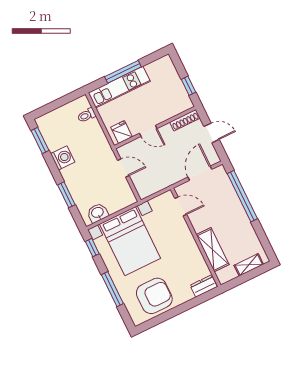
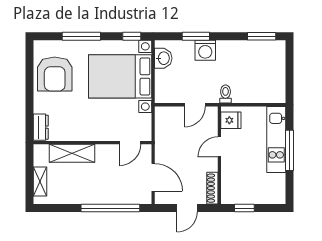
toilet: (87, 115) -> (226, 94), moved
washing machine: (63, 158) -> (205, 50), moved

